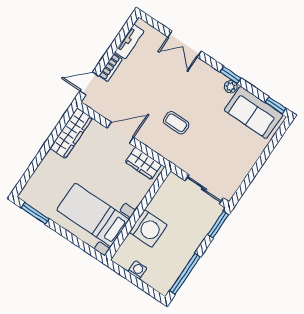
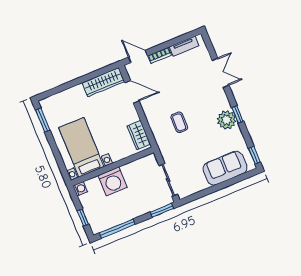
double door: (185, 44) -> (220, 73), swing flipped
plant: (231, 87) -> (227, 120), width x1.88, depth x1.88
sofa: (253, 112) -> (225, 168), moved, turned 90
door: (120, 133) -> (132, 92), moved
washing machine: (137, 270) -> (80, 189), moved
window: (142, 286) -> (83, 218), added

